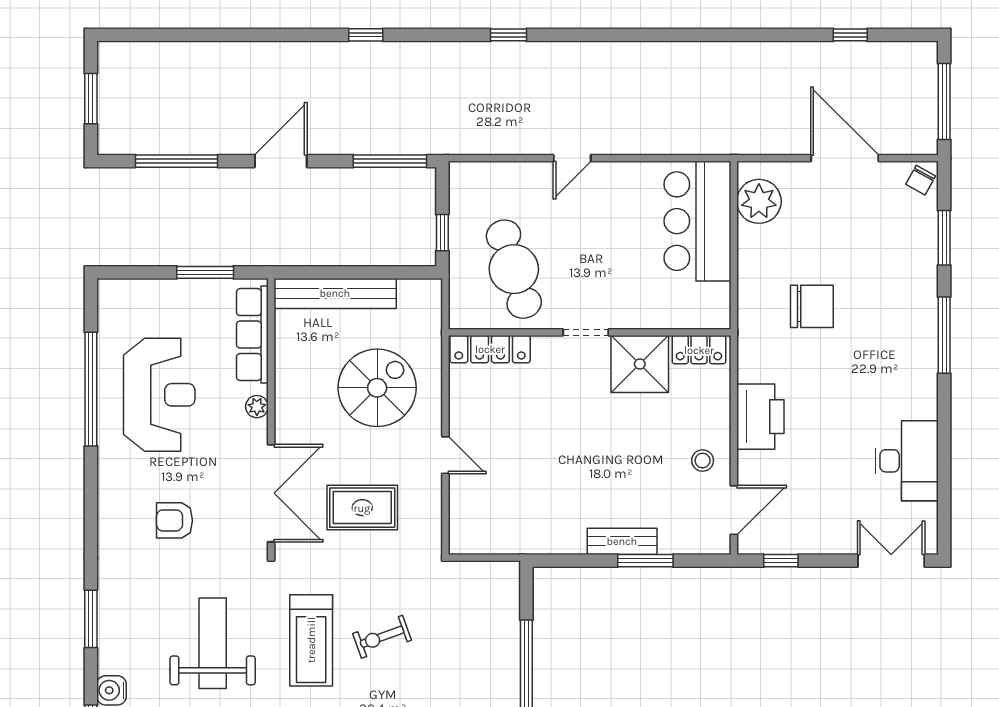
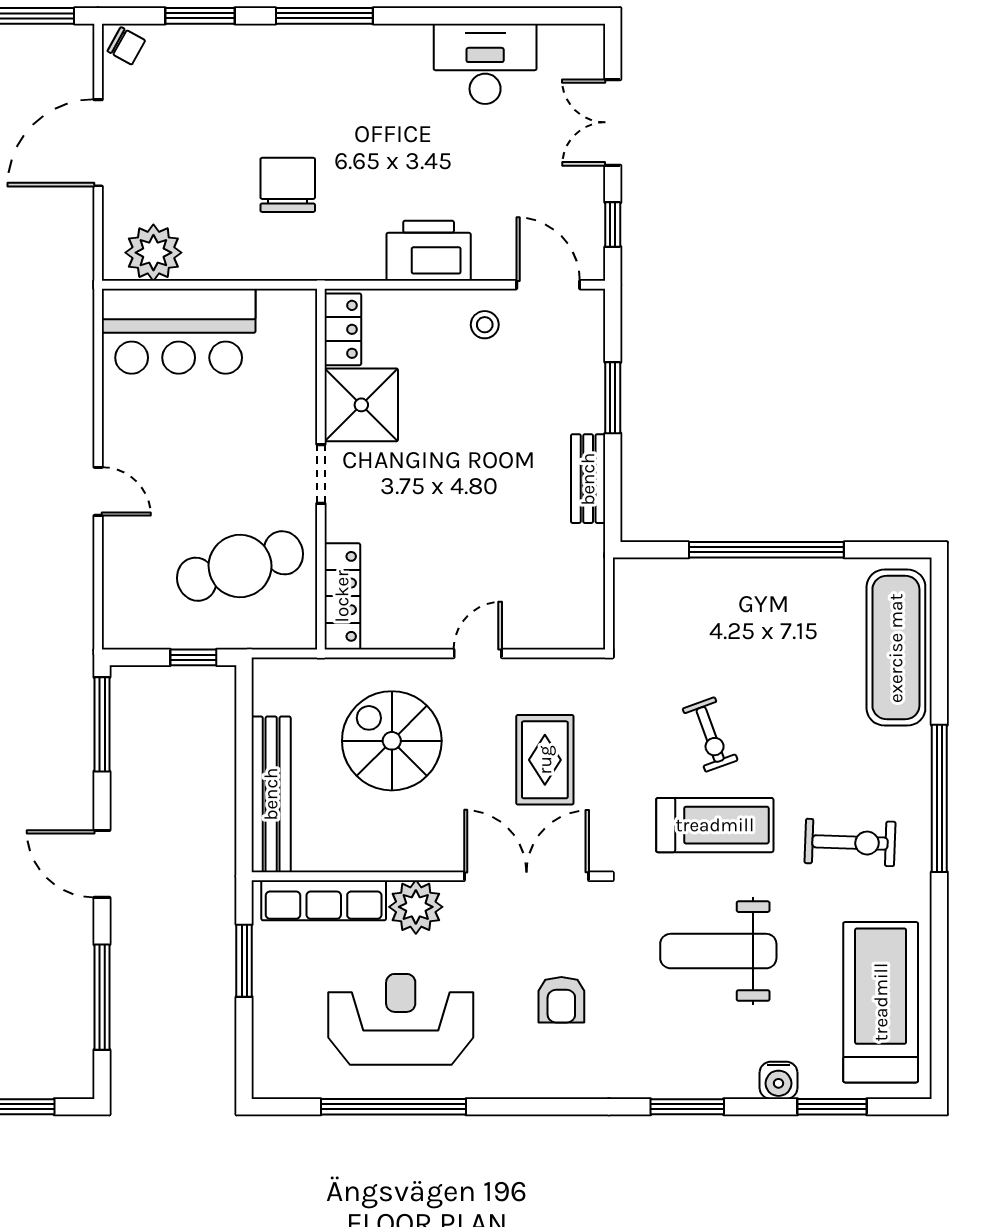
plant: (257, 407) -> (416, 907), width x1.88, depth x1.88
bench: (622, 541) -> (588, 479), moved
double door: (891, 561) -> (613, 122), moved

